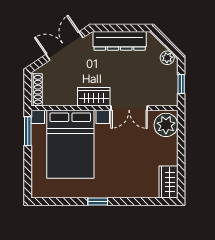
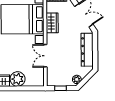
wardrobe: (94, 97) -> (52, 23), moved
plant: (166, 125) -> (18, 79), moved

